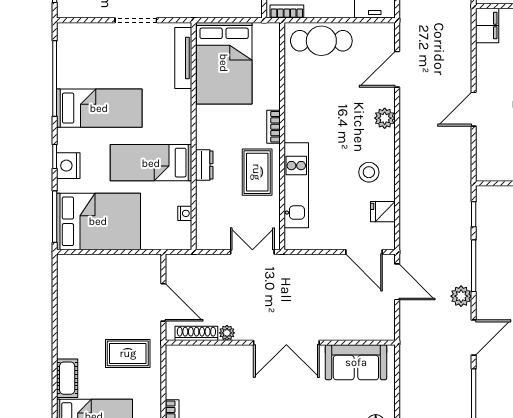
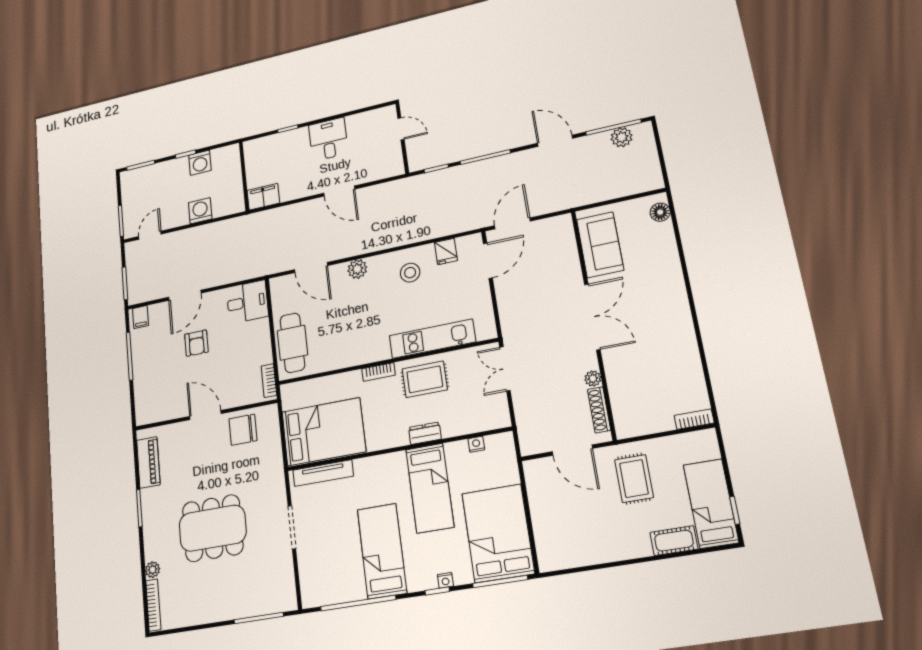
nightstand: (68, 166) -> (445, 580), width x0.53, depth x0.56
plant: (461, 296) -> (622, 137), moved
door: (163, 302) -> (572, 450), swing flipped

